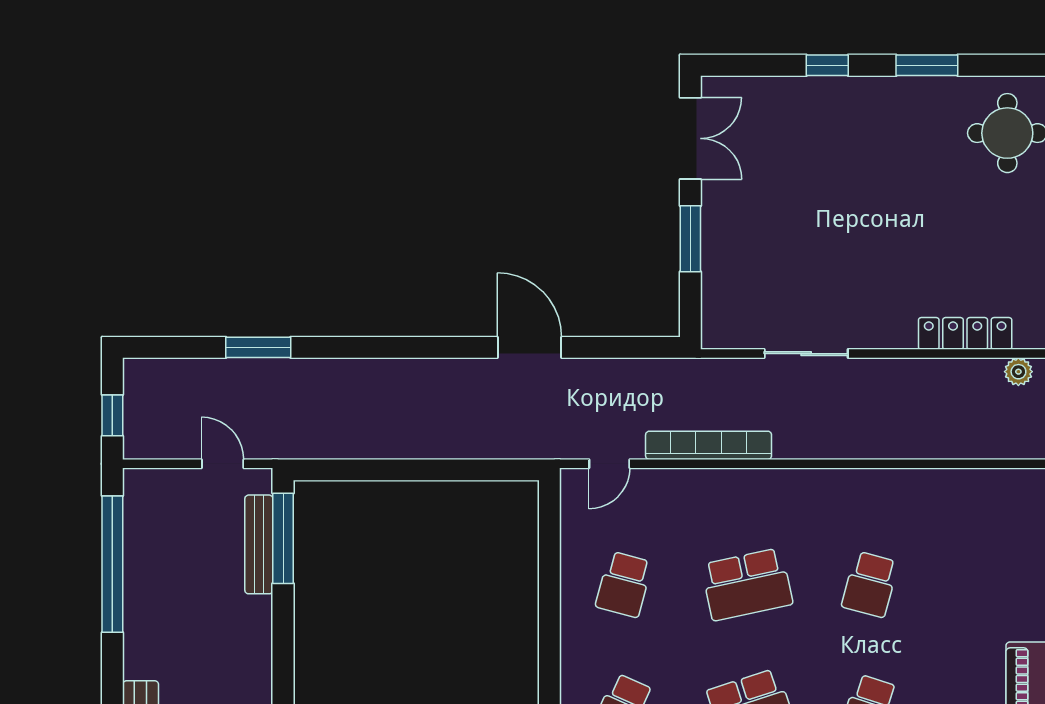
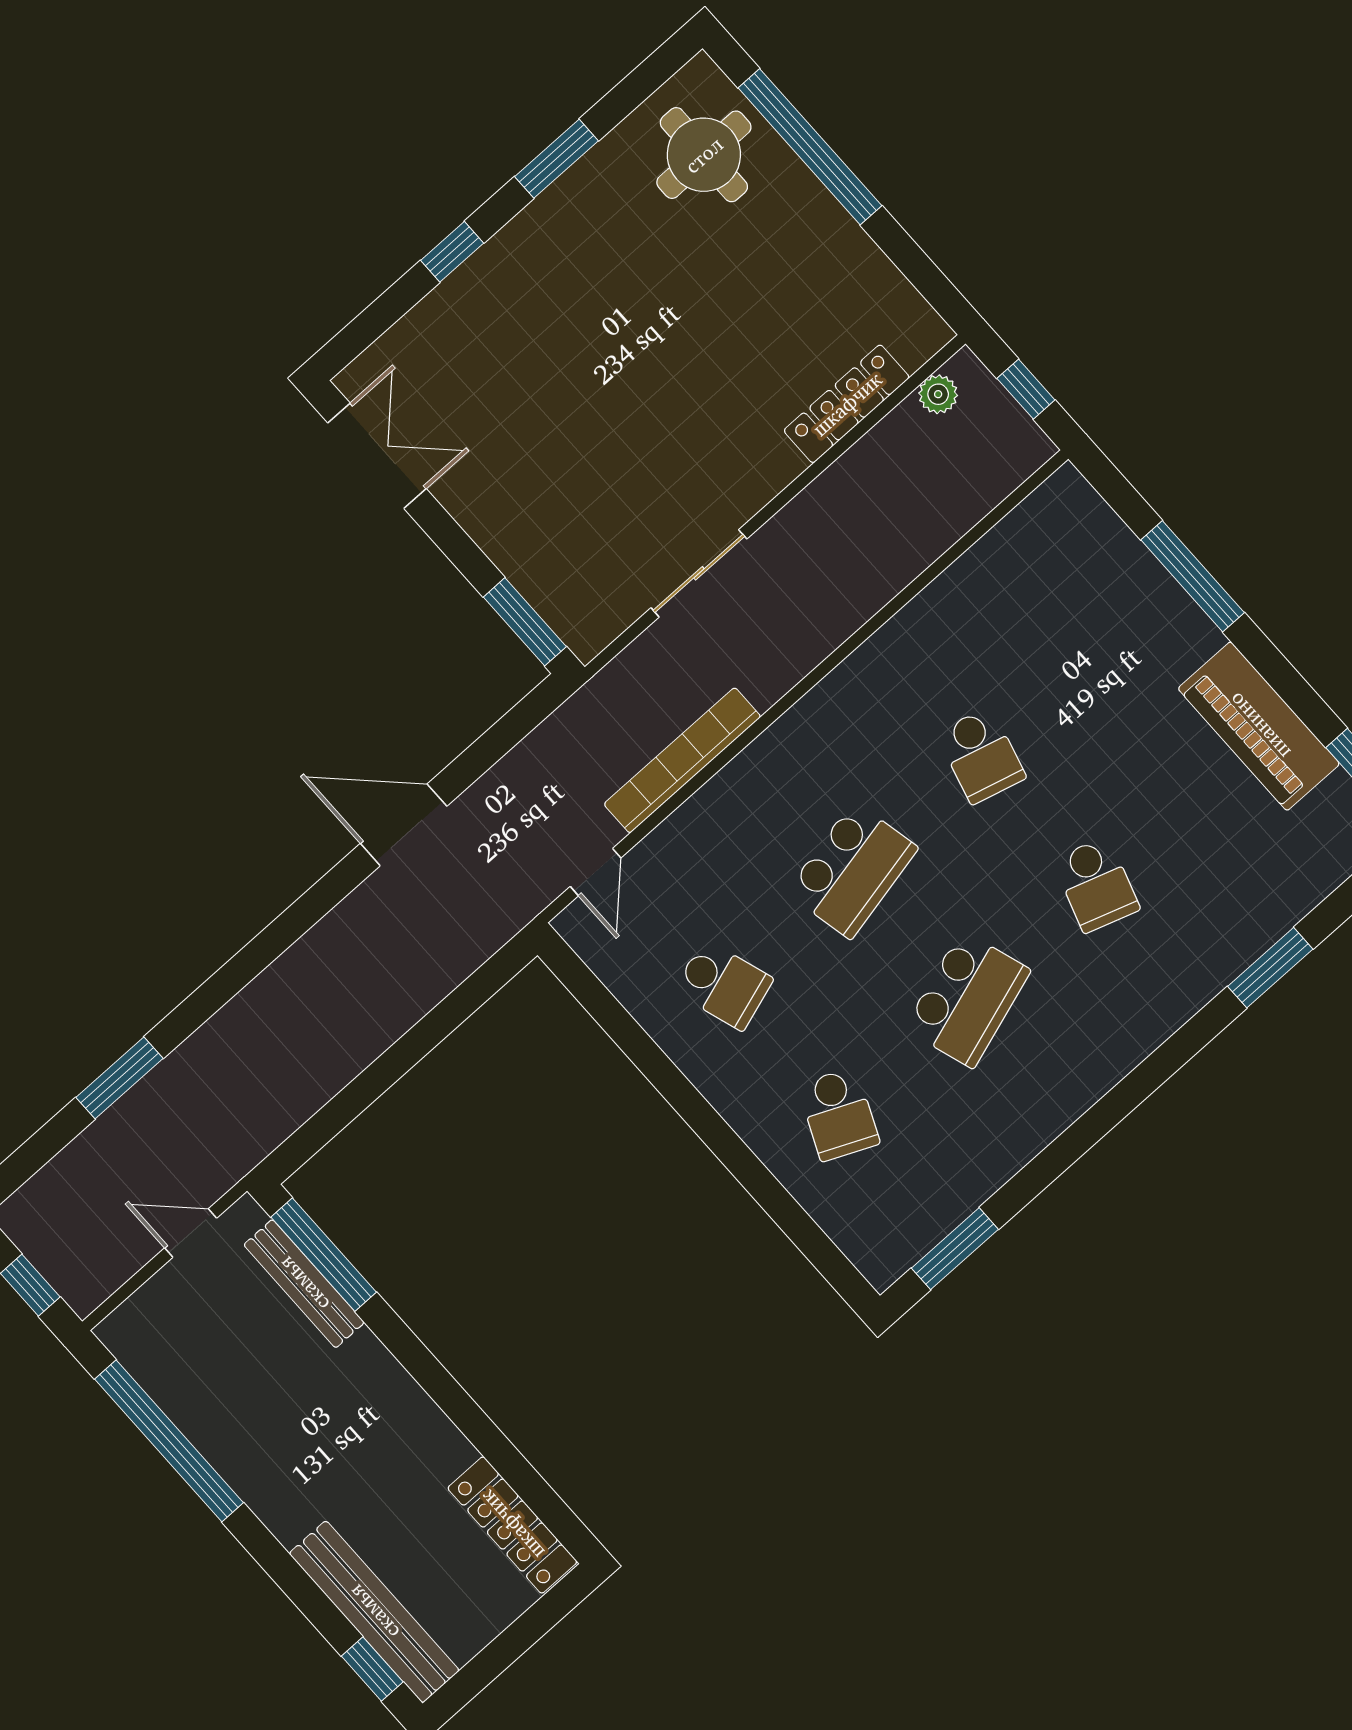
window: (690, 239) -> (525, 622), moved
school desk: (624, 584) -> (723, 985), turned -33

